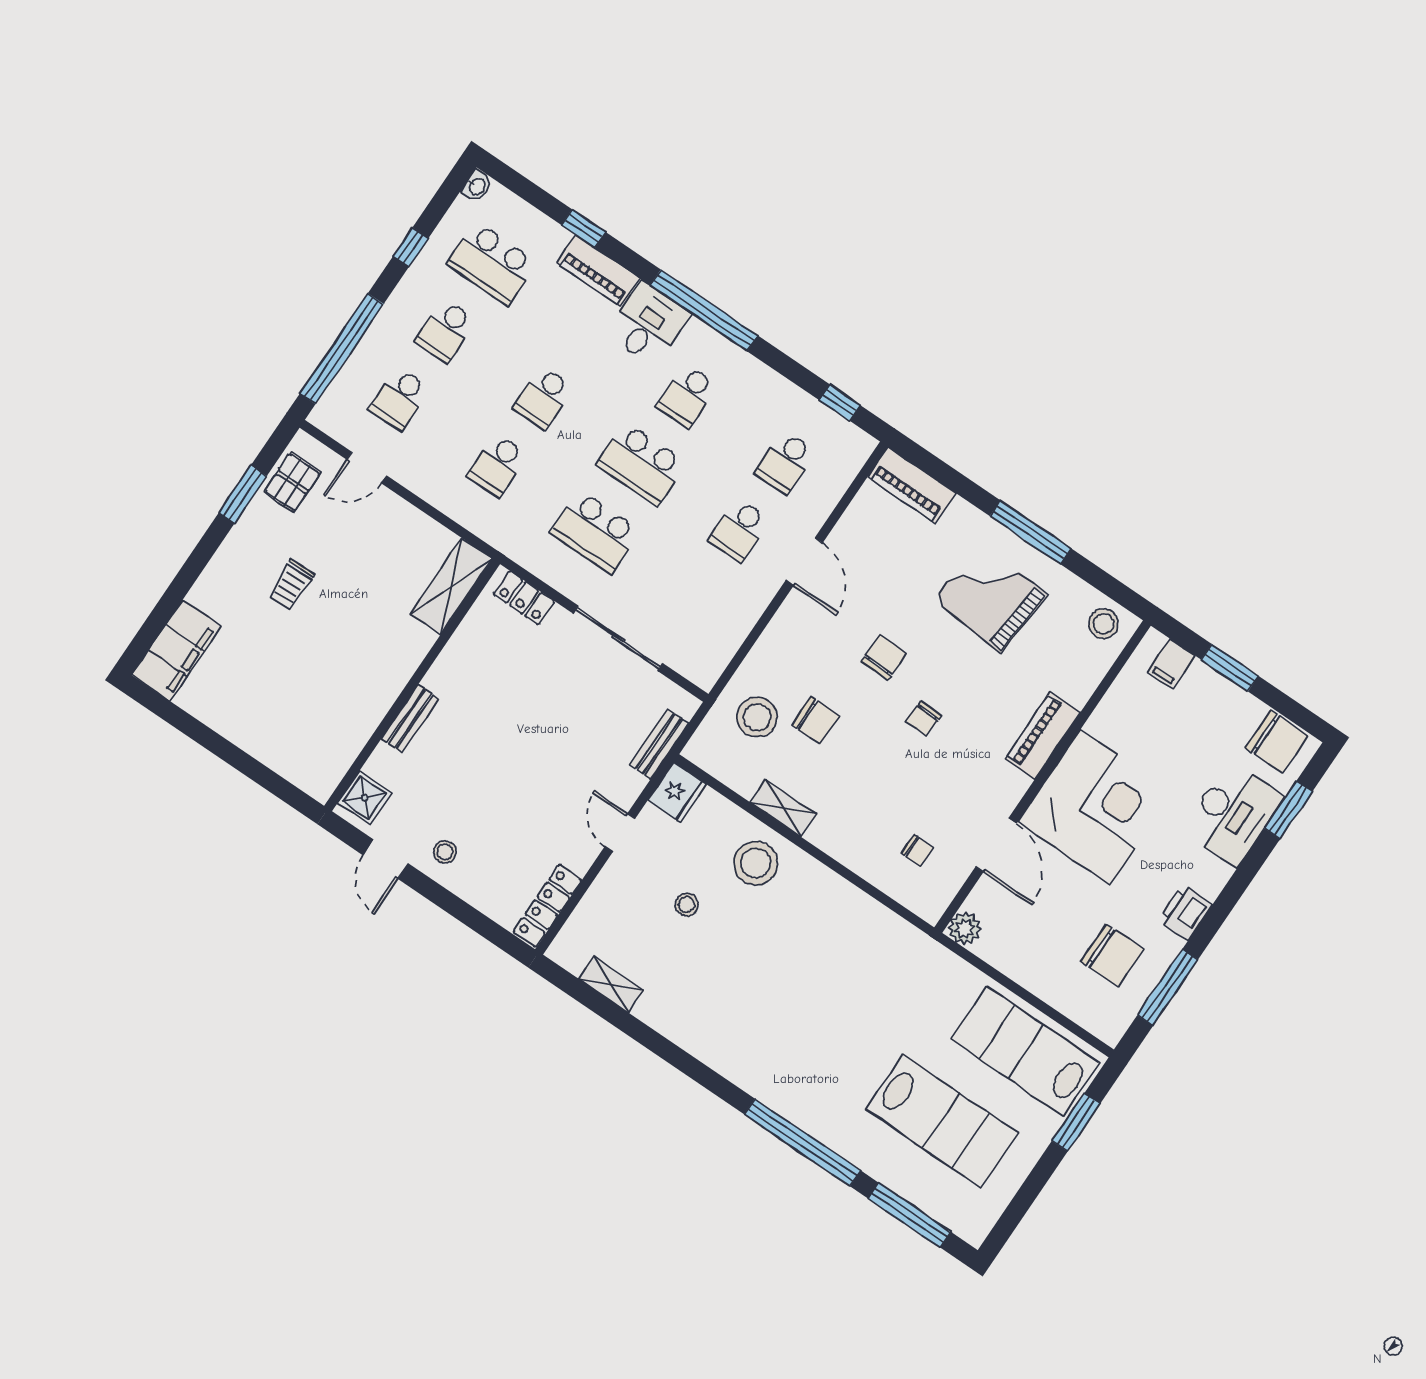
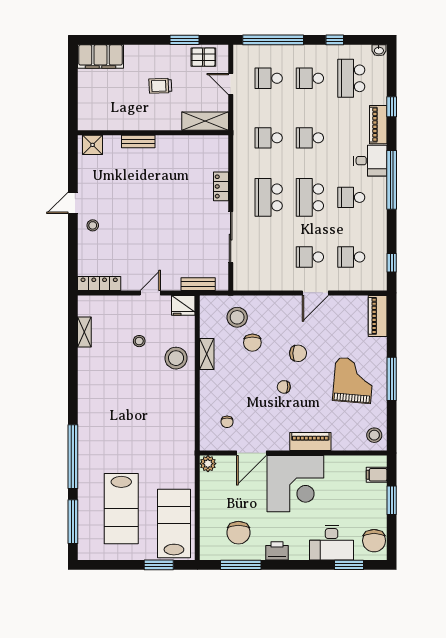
shelving: (451, 586) -> (205, 121), moved
wall: (412, 685) -> (153, 133), moved
bench: (410, 719) -> (138, 141), moved
shower: (365, 798) -> (93, 145), moved

